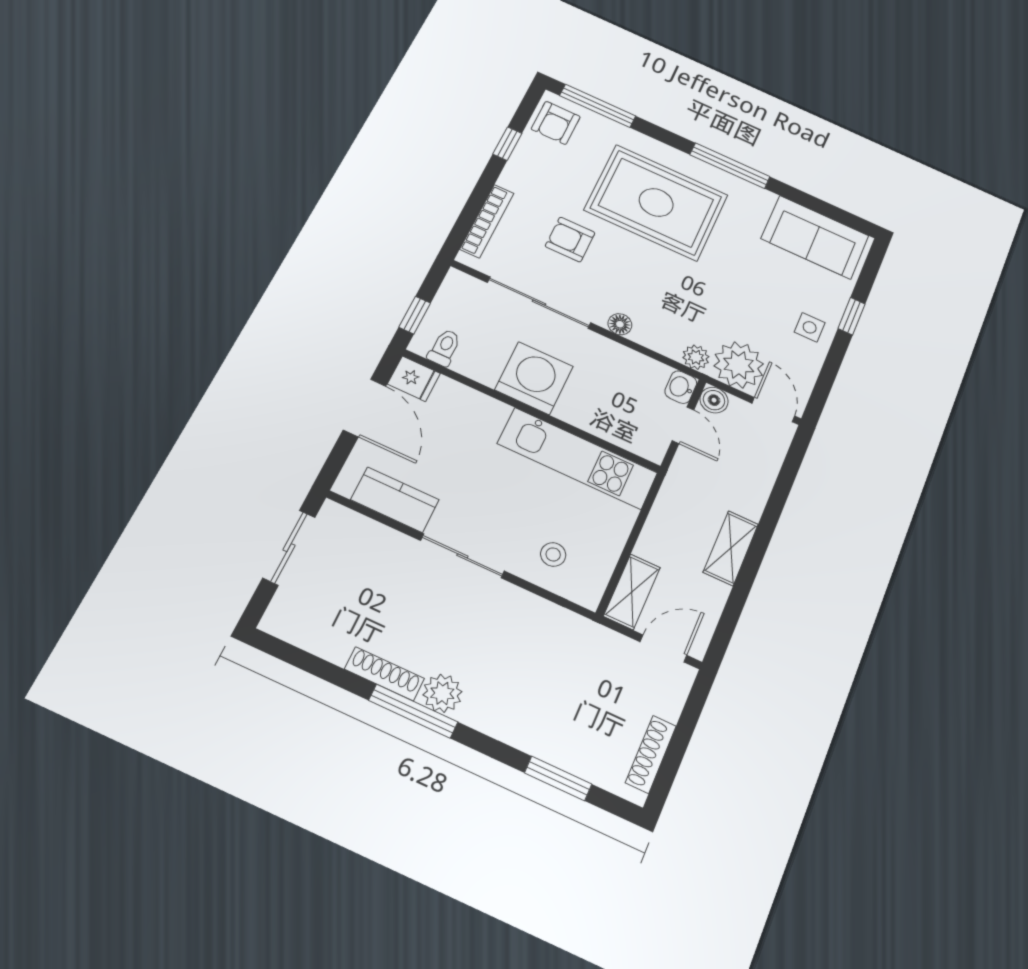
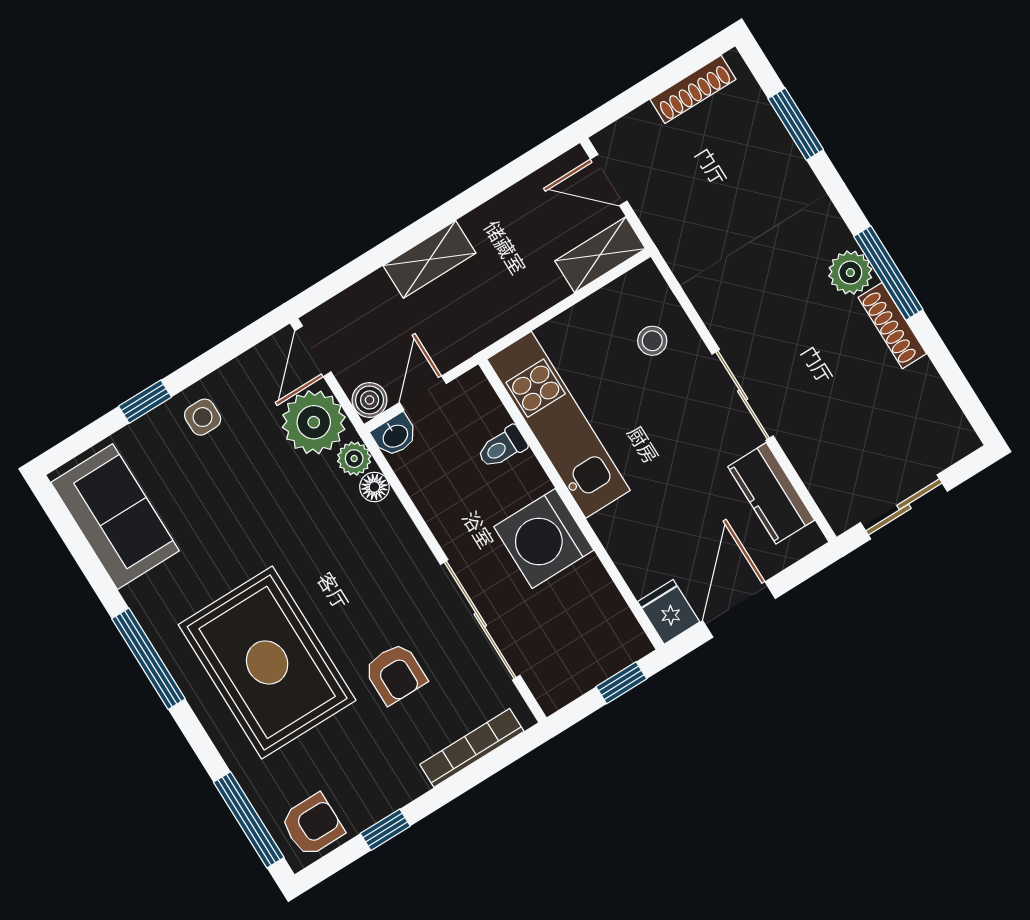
floor lamp: (620, 324) -> (374, 487), moved
toilet: (444, 348) -> (502, 447), moved
shelving: (731, 548) -> (429, 259), moved

